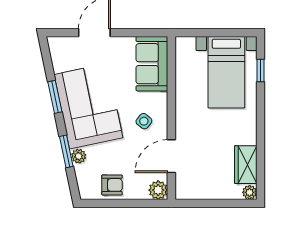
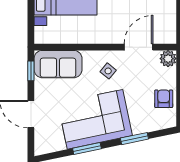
window: (144, 33) -> (31, 71), added
plant: (79, 156) -> (139, 128), removed
door: (171, 156) -> (139, 47), swing flipped

